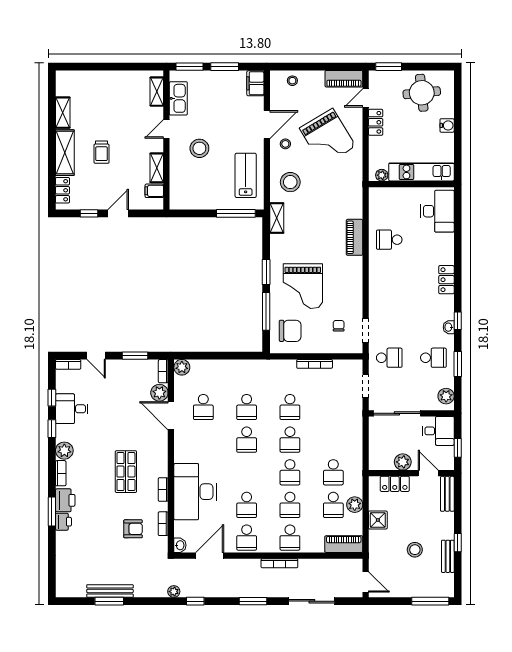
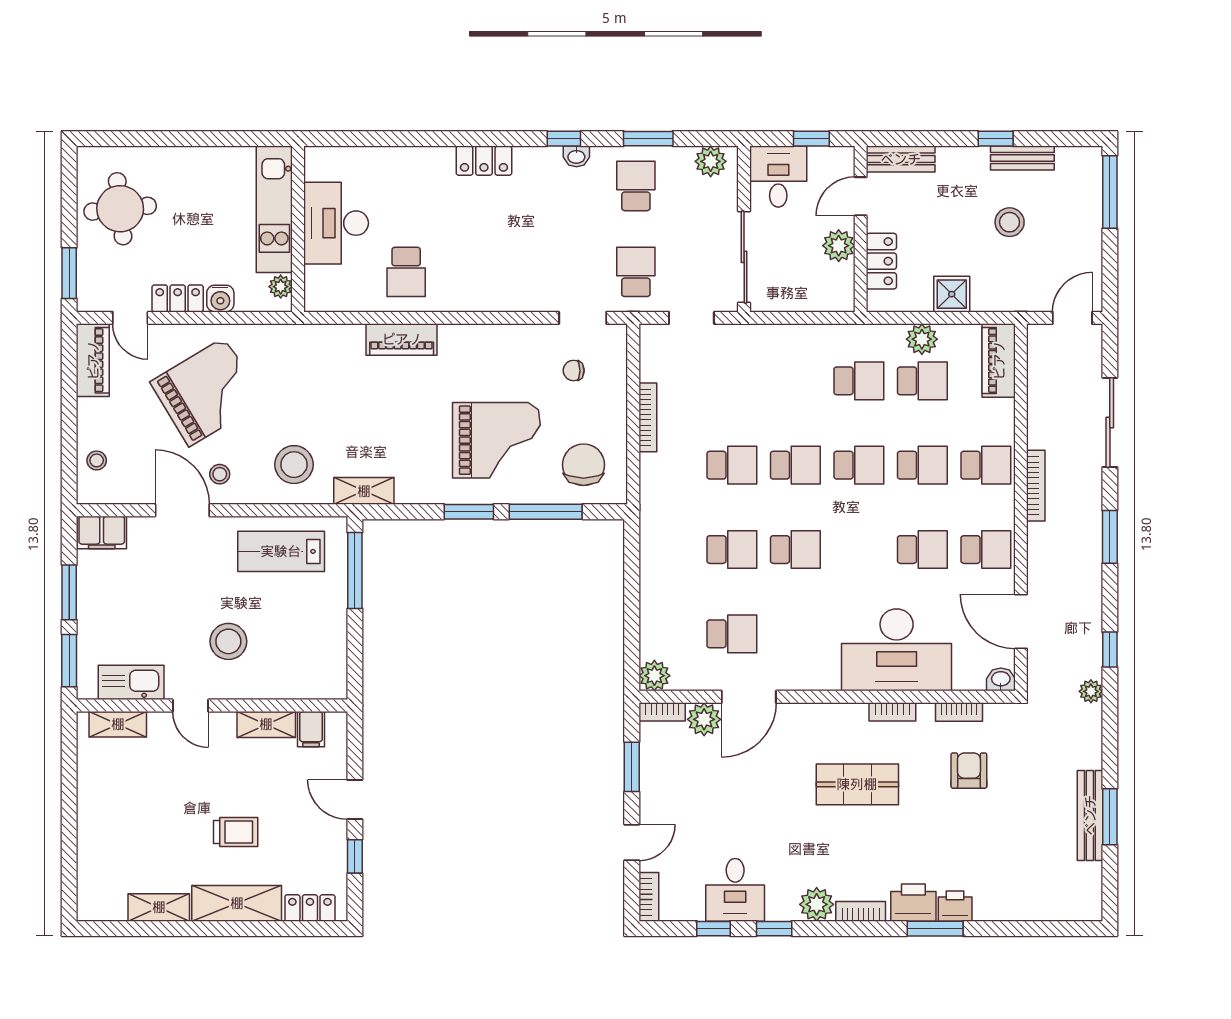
water cooler: (447, 125) -> (220, 299), moved, turned 180
desk: (437, 211) -> (336, 223), moved, turned -90

